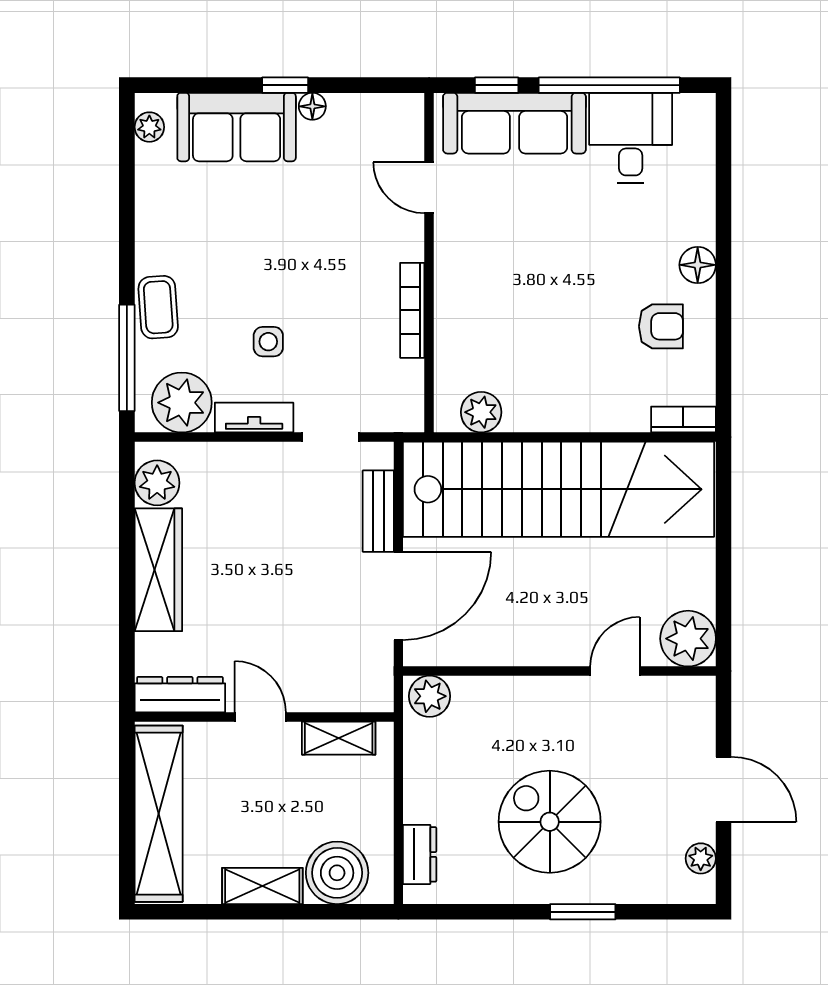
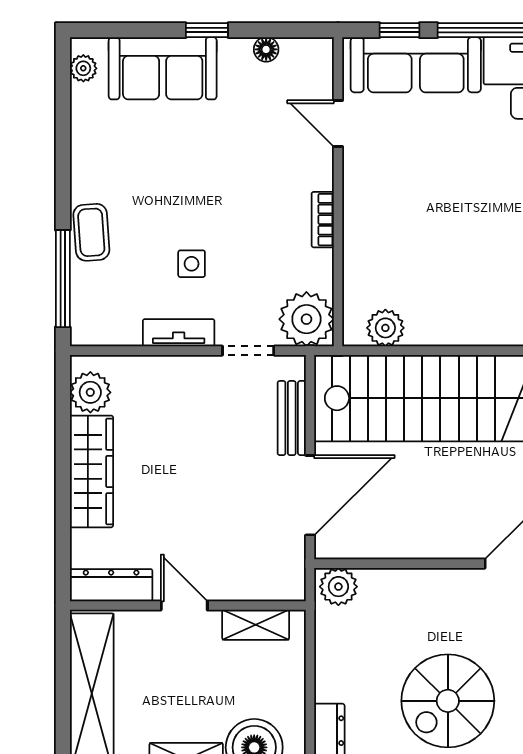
floor lamp: (312, 106) -> (266, 49), moved
bookcase: (412, 310) -> (323, 220), width x0.64
plant: (182, 403) -> (306, 319), moved
spiral stairs: (550, 822) -> (448, 701), turned -90

